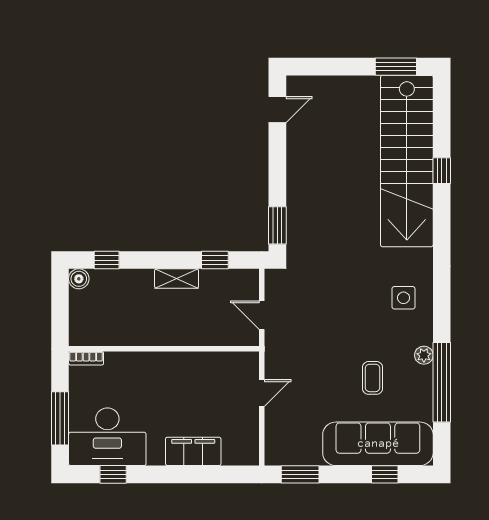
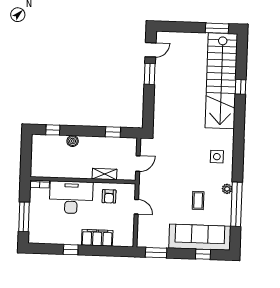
window: (277, 225) -> (150, 74), moved
boiler: (79, 279) -> (73, 141), moved
shelving: (177, 279) -> (104, 174), moved
door: (262, 315) -> (138, 164), swing flipped
armchair: (212, 376) -> (109, 196), added
door: (262, 393) -> (136, 207), hinge flipped
desk: (107, 437) -> (71, 197), moved, turned 180
window: (113, 474) -> (71, 250), moved

